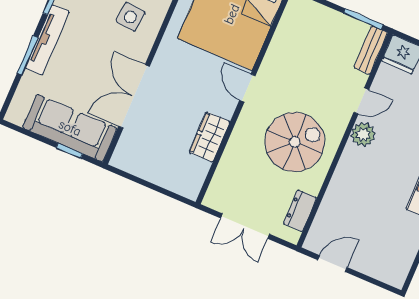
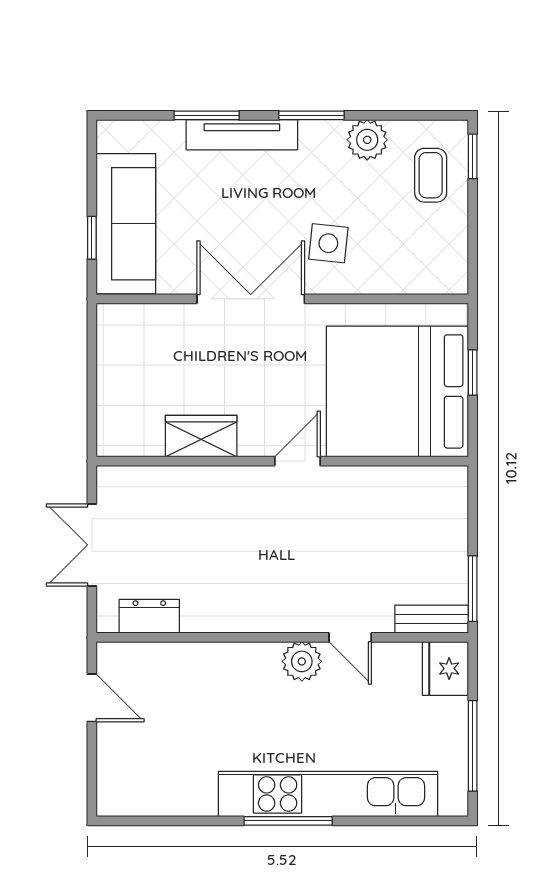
double door: (134, 96) -> (251, 299), moved
spiral stairs: (295, 142) -> (248, 565), removed

